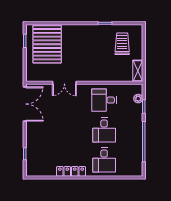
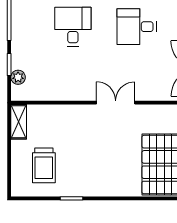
double door: (64, 83) -> (116, 103), moved
desk: (104, 100) -> (137, 27), moved, turned 180

